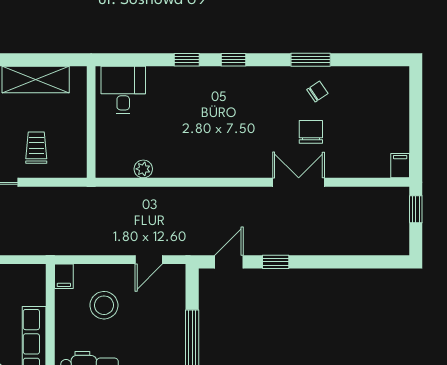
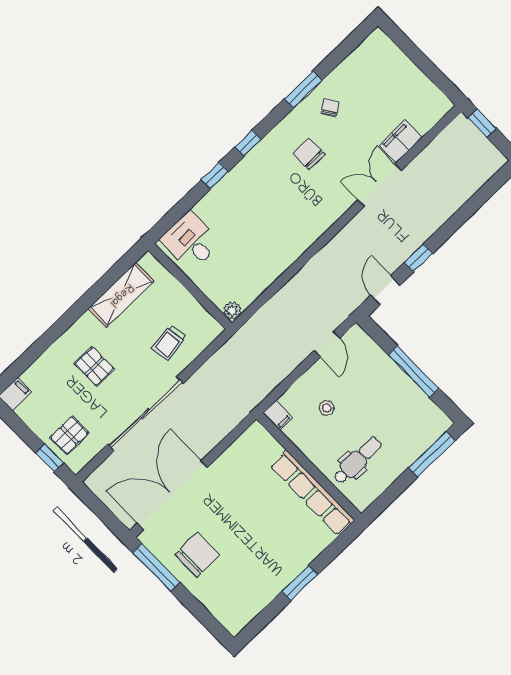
chair: (311, 132) -> (309, 154), moved
trolley: (36, 148) -> (169, 343), turned -98
filing cabinet: (400, 166) -> (401, 142), moved, width x2.00
plant: (143, 169) -> (232, 311), moved
stool: (104, 305) -> (327, 408), width x0.53, depth x0.53

